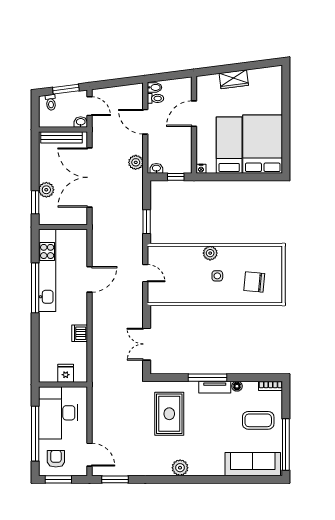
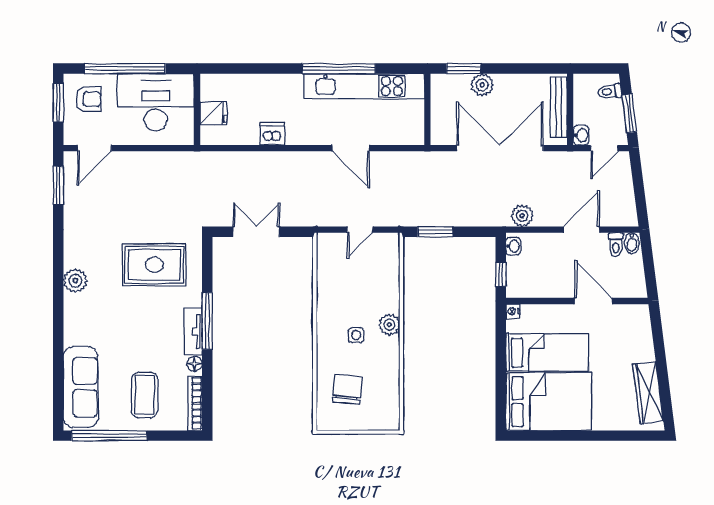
wardrobe: (234, 79) -> (648, 393), moved, width x1.50
bookcase: (271, 386) -> (195, 403), width x1.56

